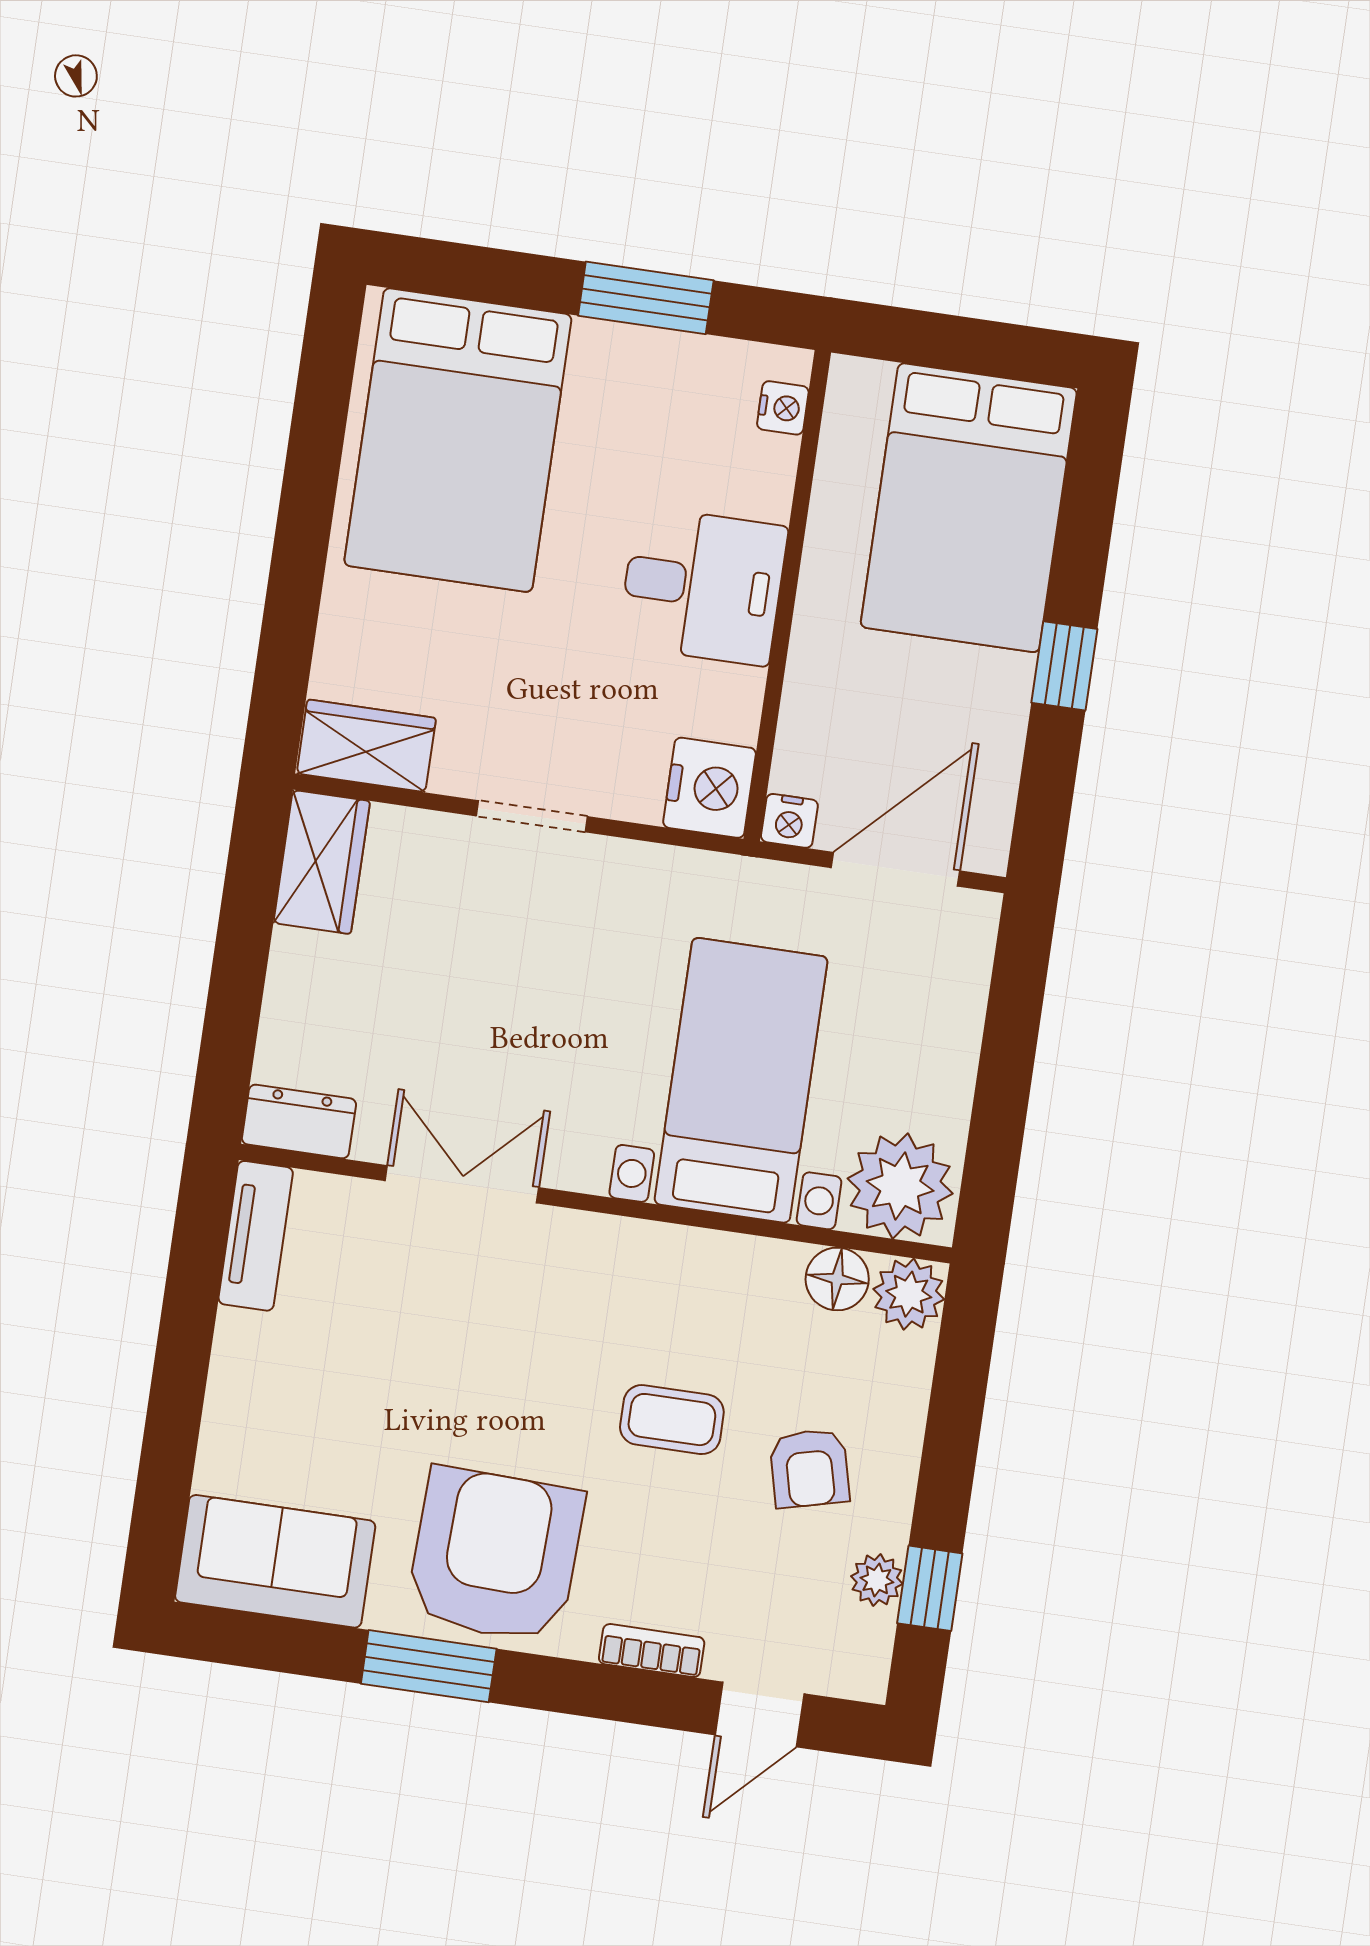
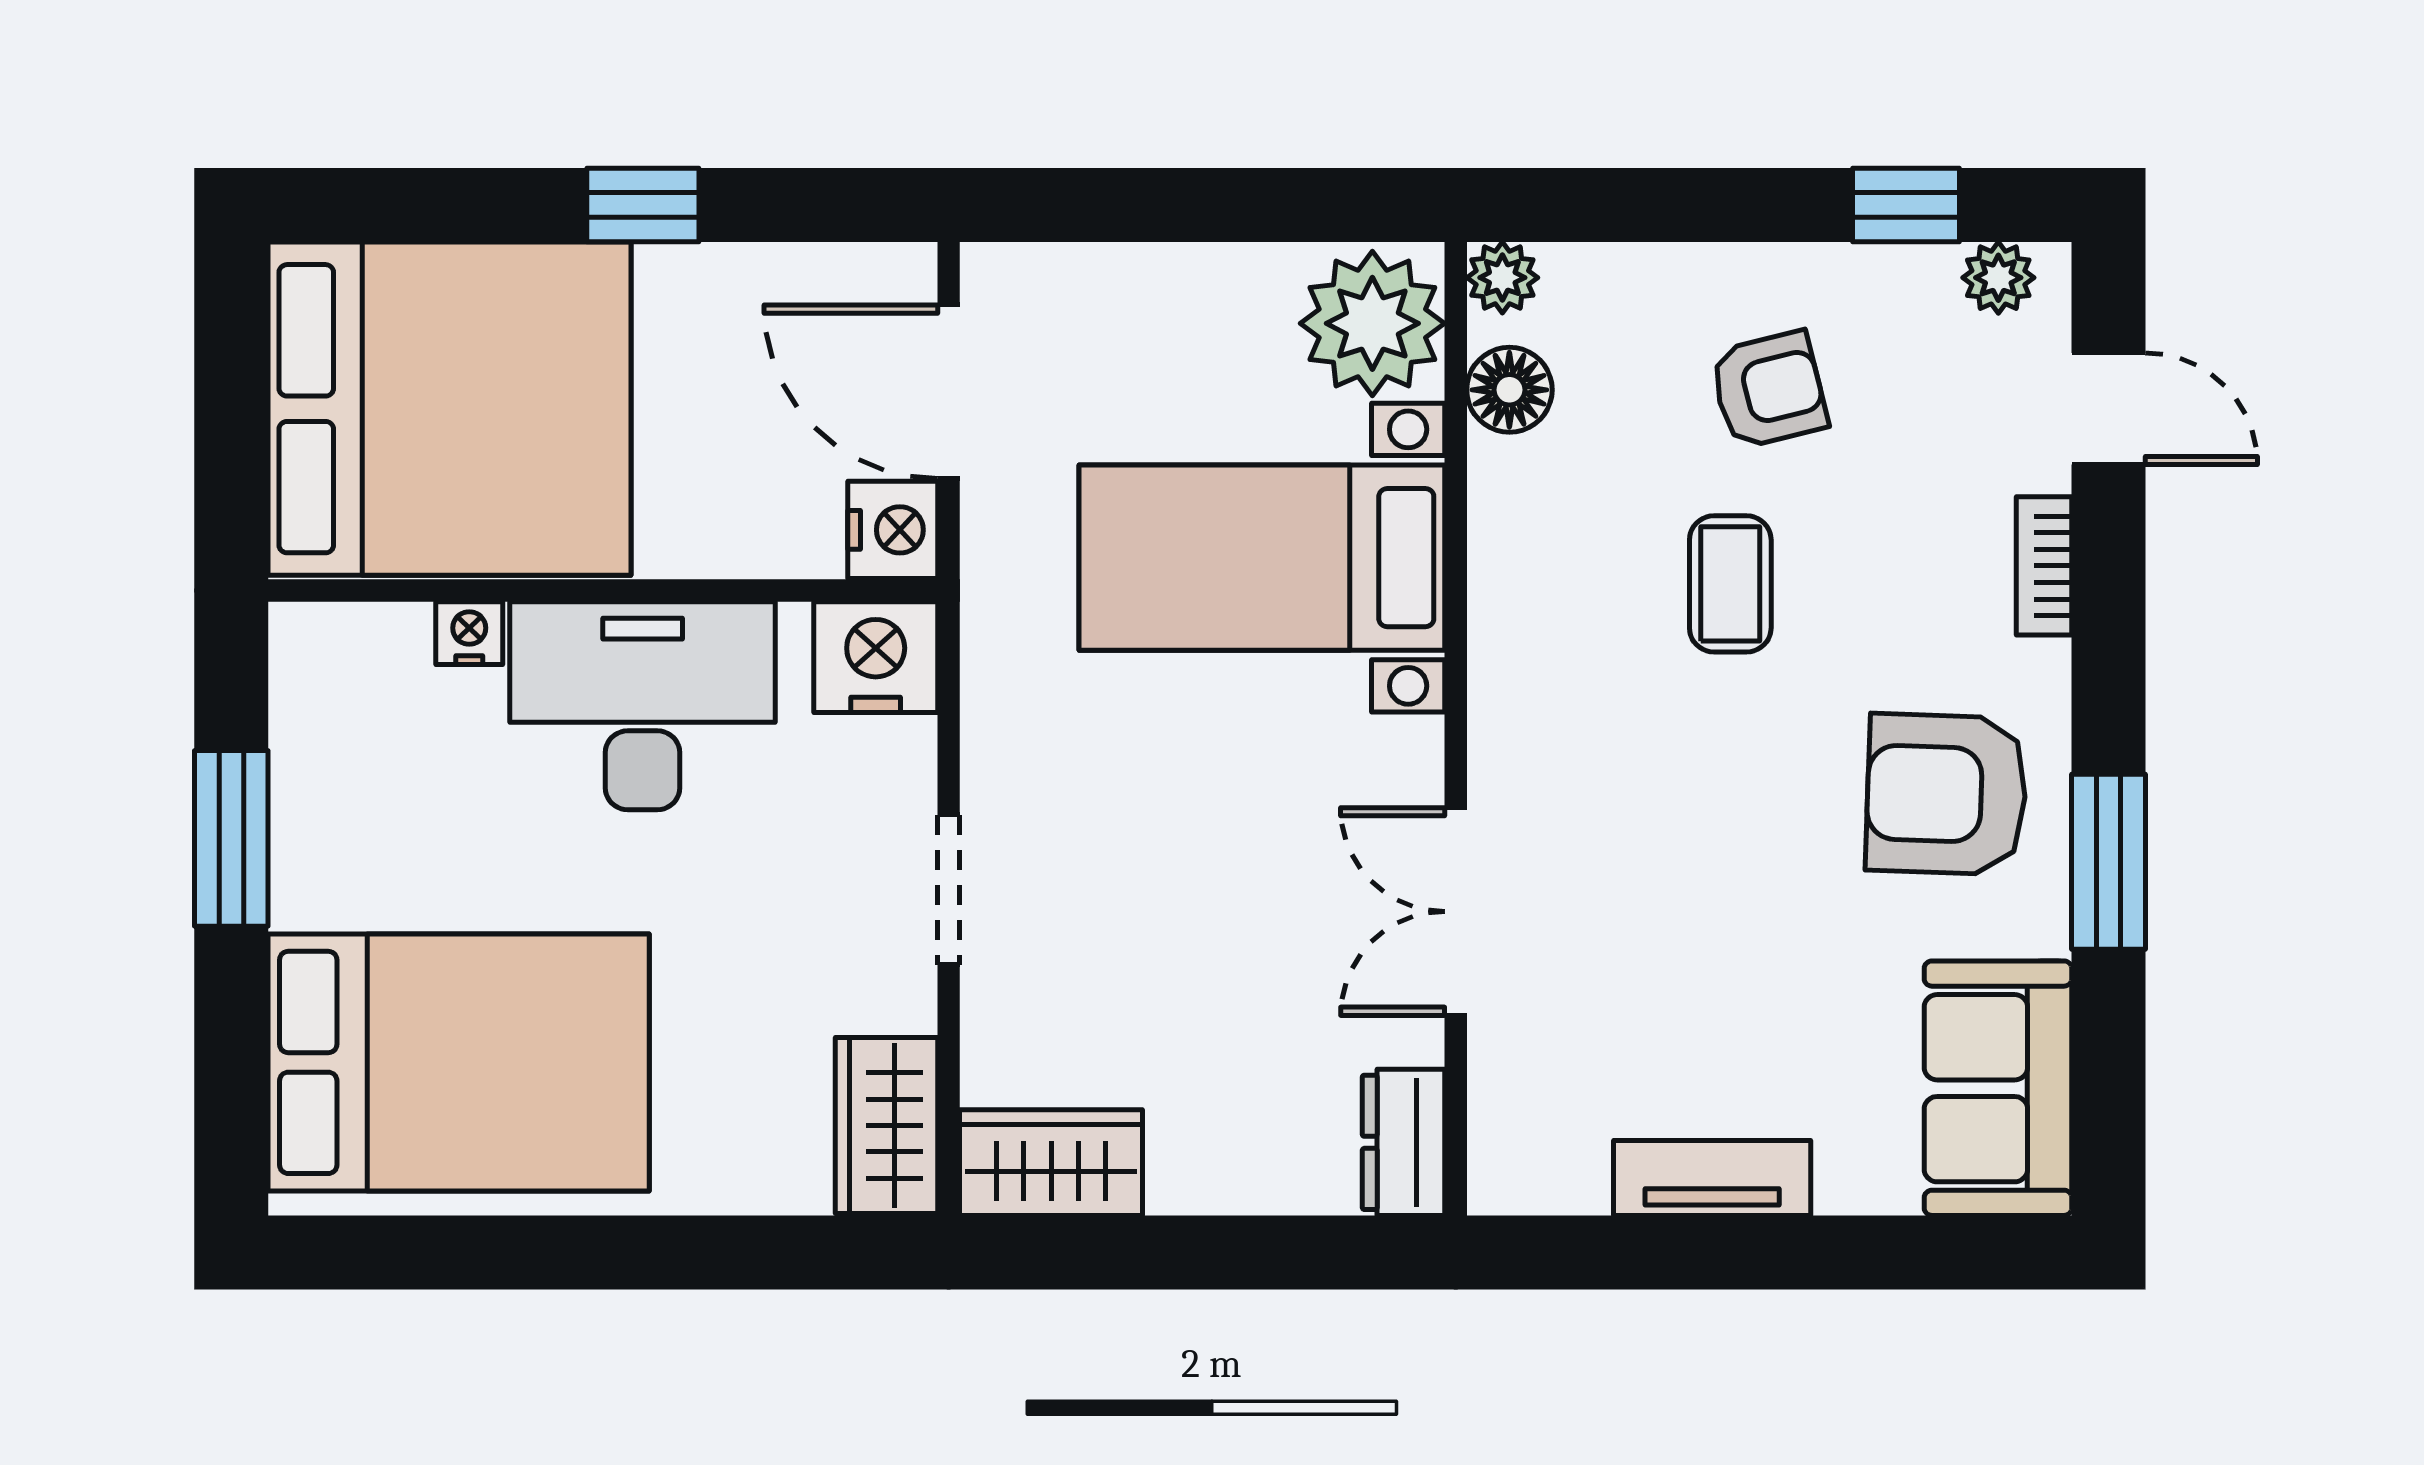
nightstand: (783, 408) -> (469, 633), moved
bed: (969, 508) -> (449, 409), width x1.36
desk: (703, 586) -> (643, 706), width x1.37
nightstand: (789, 821) -> (893, 530), width x1.39, depth x1.35
tv unit: (256, 1236) -> (1712, 1178), moved
plant: (909, 1294) -> (1502, 278), width x0.73, depth x0.73
armchair: (495, 1555) -> (1946, 794), width x0.73, depth x0.73
plant: (877, 1580) -> (1998, 278), moved

